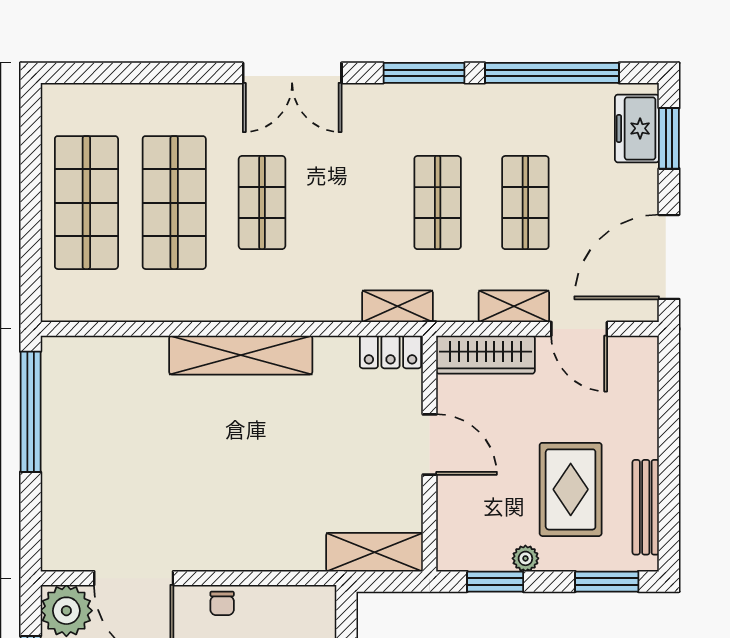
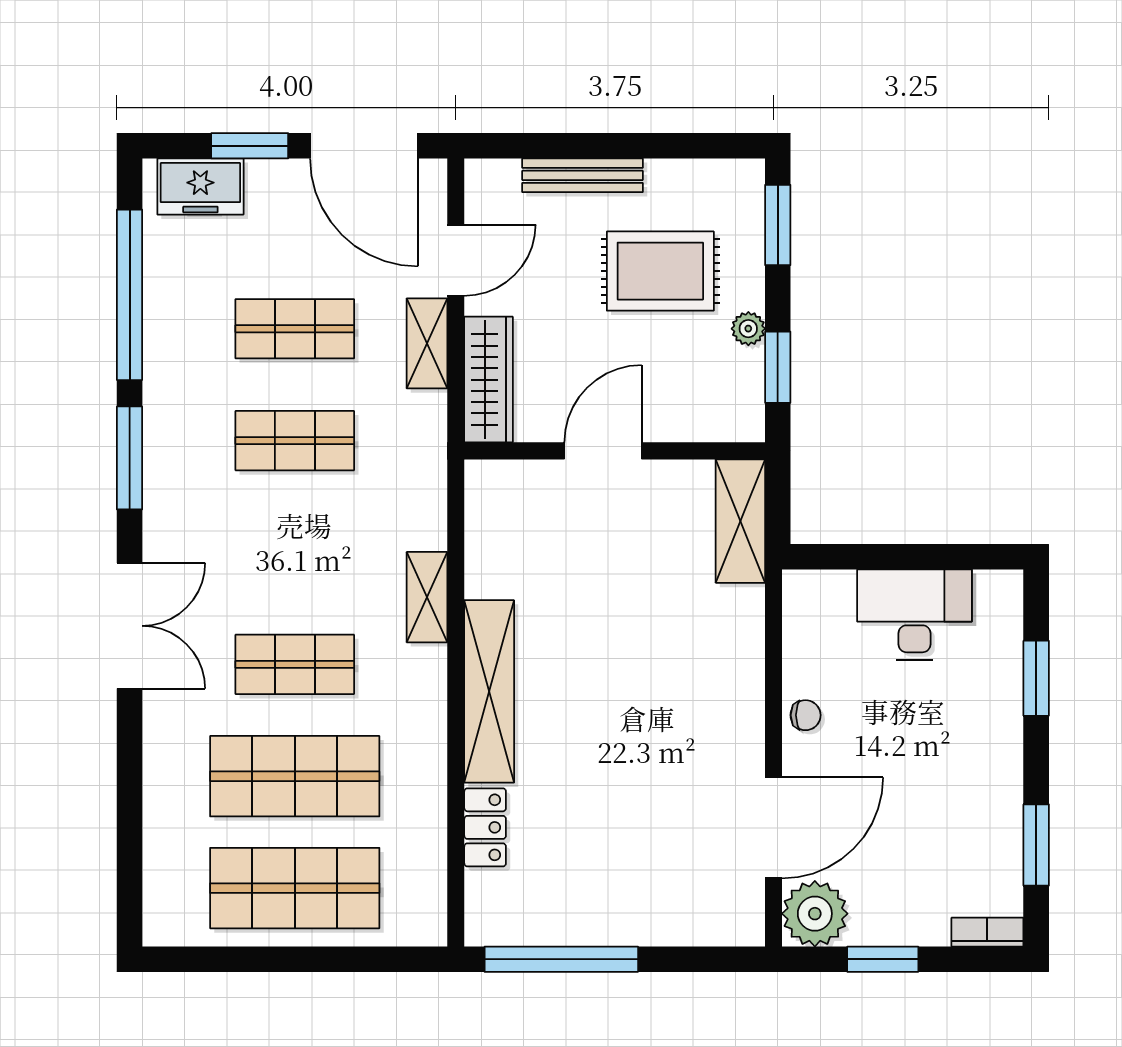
window: (669, 138) -> (250, 146), moved
shelving: (398, 306) -> (427, 597), moved
locker: (391, 352) -> (485, 827), moved
bench: (646, 507) -> (583, 175), moved

